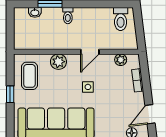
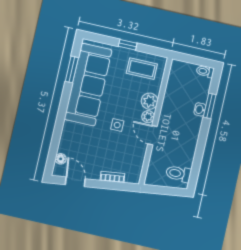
washbasin: (35, 12) -> (200, 109), moved
toilet: (68, 16) -> (205, 71), moved
plant: (121, 60) -> (148, 117), moved

